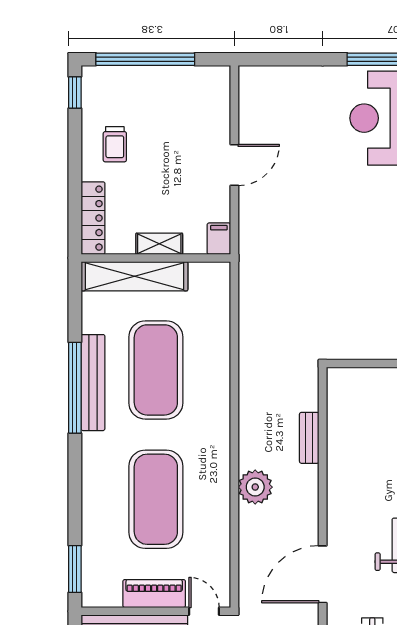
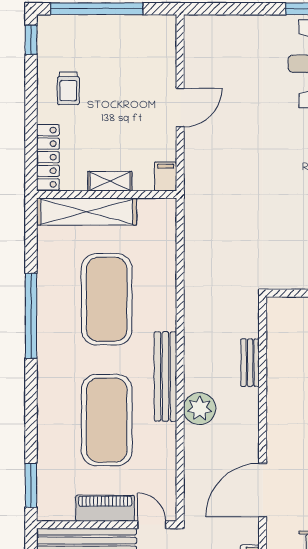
bench: (93, 383) -> (165, 376), moved

